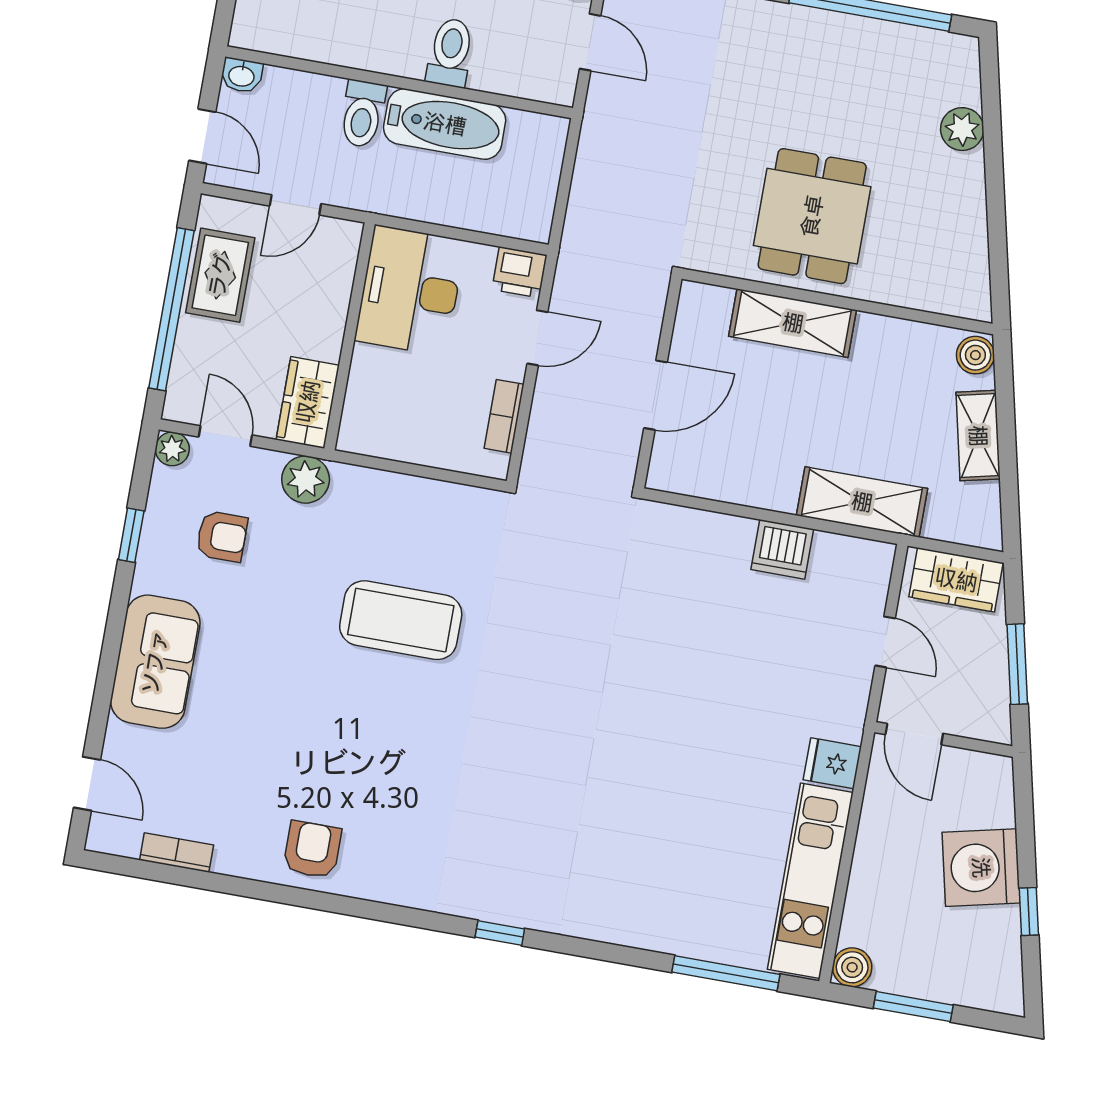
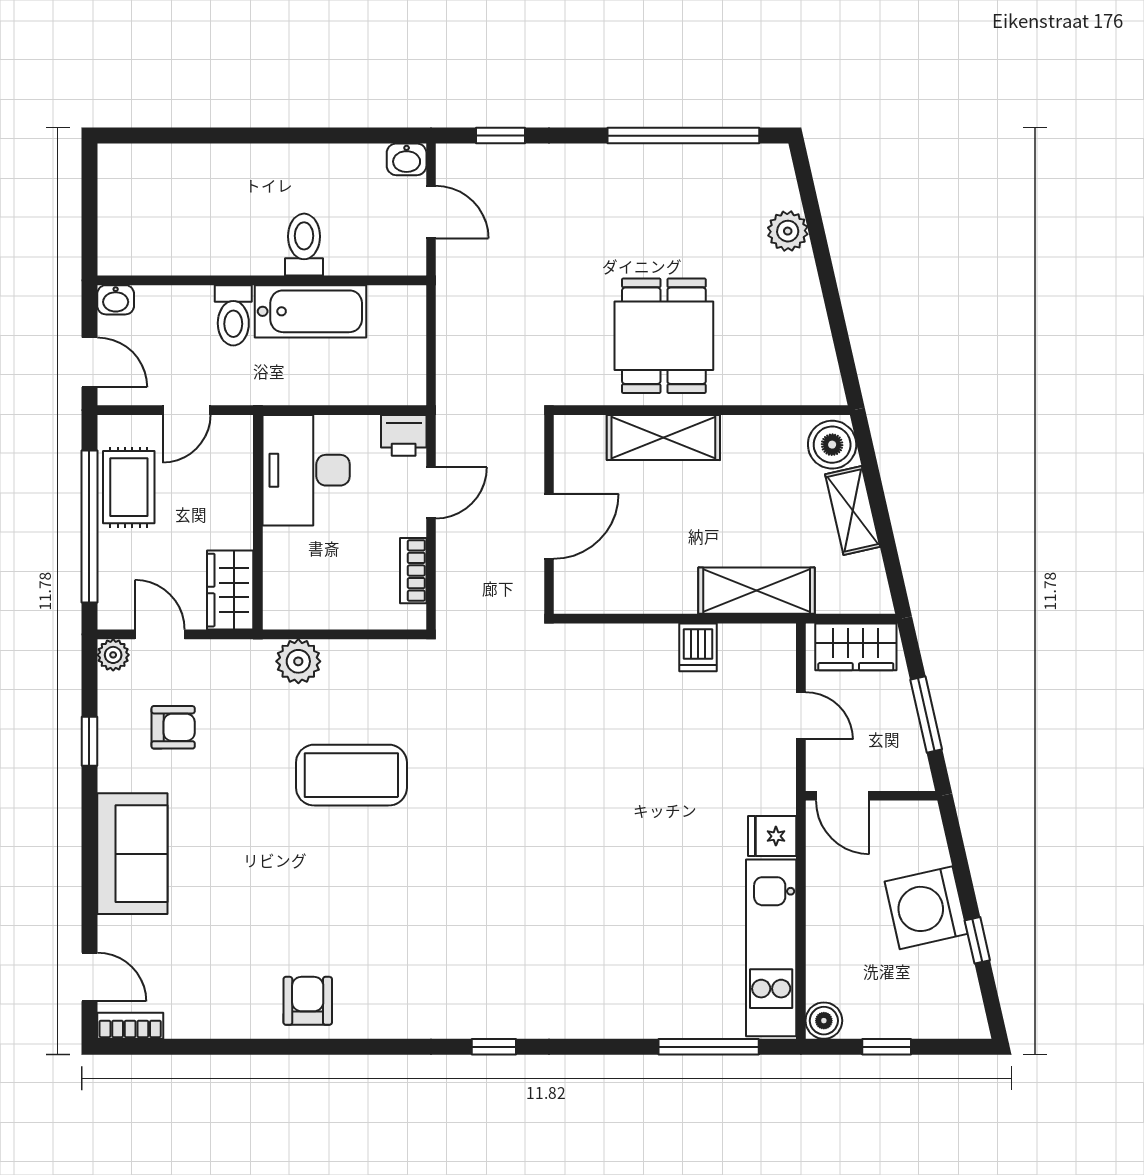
boiler: (975, 355) -> (832, 445), width x1.36, depth x1.36
plant: (306, 480) -> (298, 661), moved
dishwasher: (782, 549) -> (698, 647), width x0.73
bookcase: (177, 853) -> (130, 1026), moved
window: (913, 1007) -> (887, 1047), width x0.67

